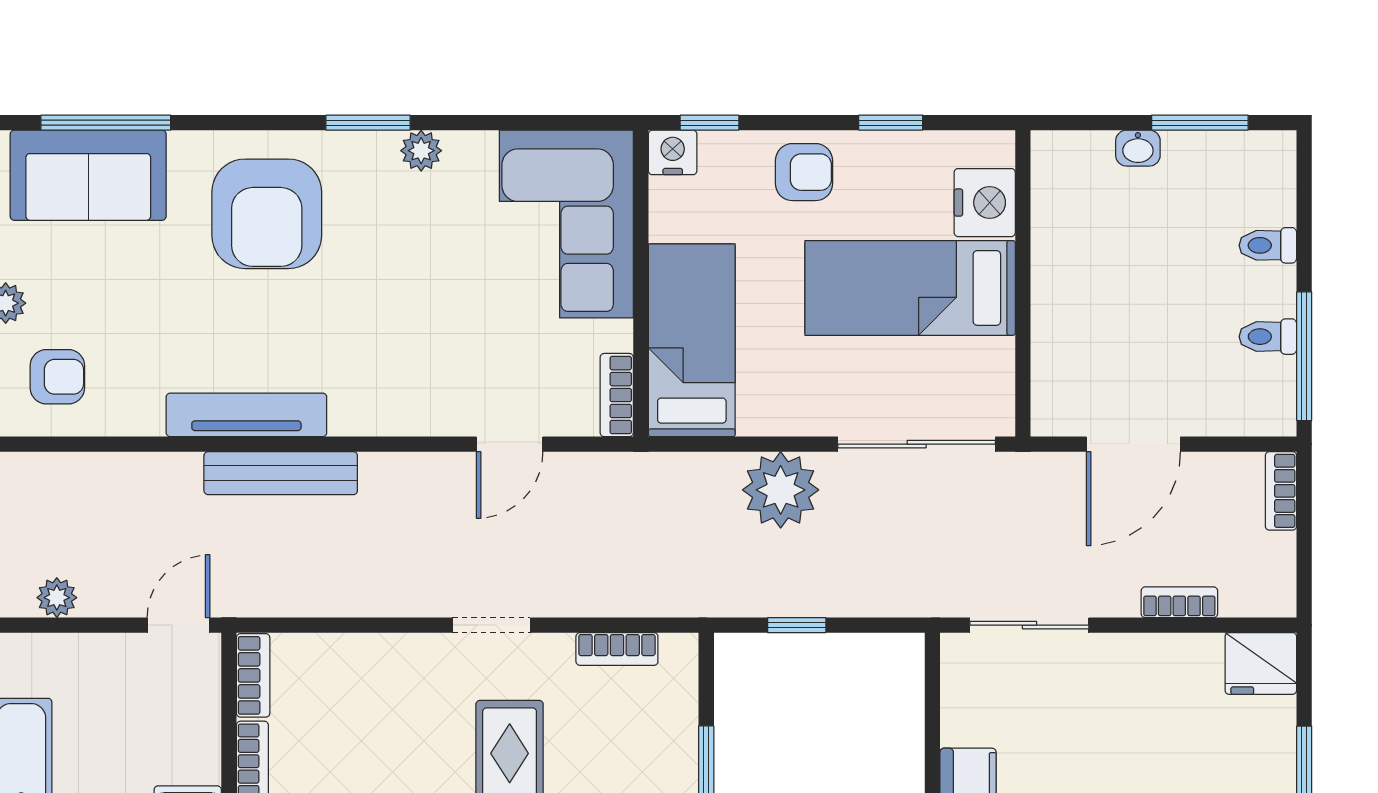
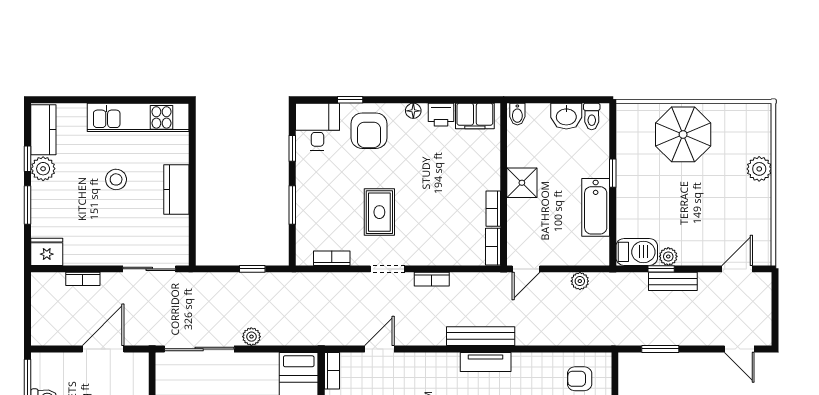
tv unit: (246, 415) -> (486, 362), width x0.71
plant: (781, 490) -> (251, 337), width x0.53, depth x0.53
bookcase: (1281, 491) -> (432, 279), moved, turned 90

